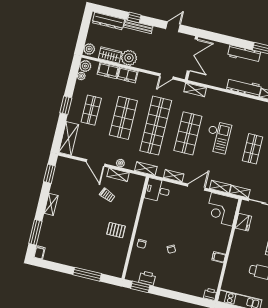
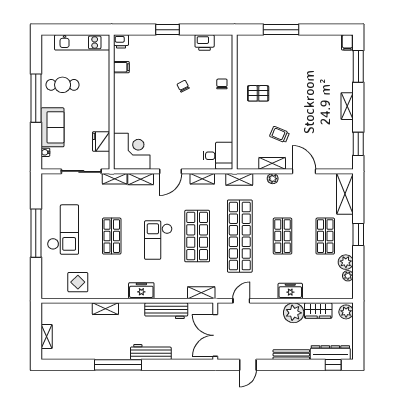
window: (134, 17) -> (333, 365), moved
plant: (85, 66) -> (346, 262), moved
freezer: (108, 71) -> (141, 291), moved
workbench: (244, 87) -> (166, 311), moved
shop shelf: (123, 118) -> (283, 236), width x0.70, depth x0.74
filing cabinet: (219, 257) -> (121, 67), moved
window: (140, 287) -> (167, 30), moved

